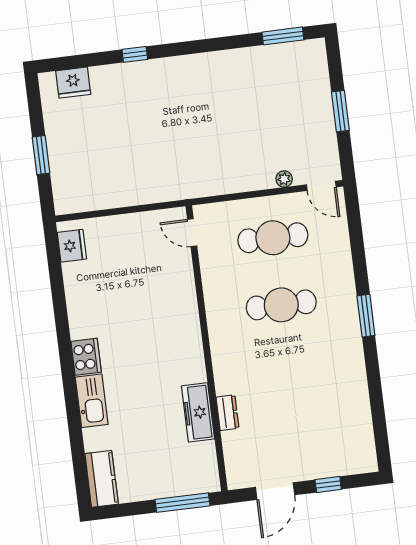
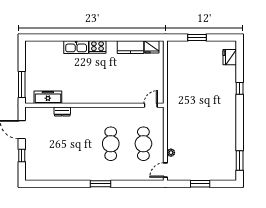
freezer: (198, 412) -> (48, 97), moved
kitchen counter: (102, 479) -> (130, 47), moved

